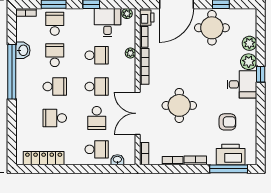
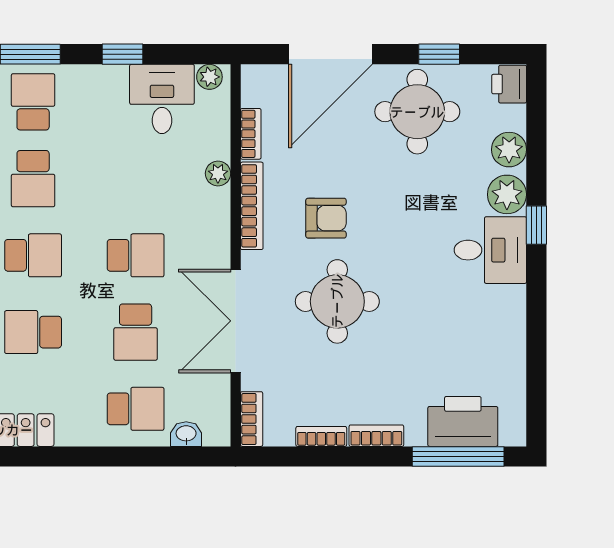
printer: (147, 18) -> (509, 84), moved, turned 180
school desk: (55, 55) -> (33, 179), turned 180
school desk: (97, 55) -> (136, 179), removed
armchair: (227, 122) -> (326, 218), moved

